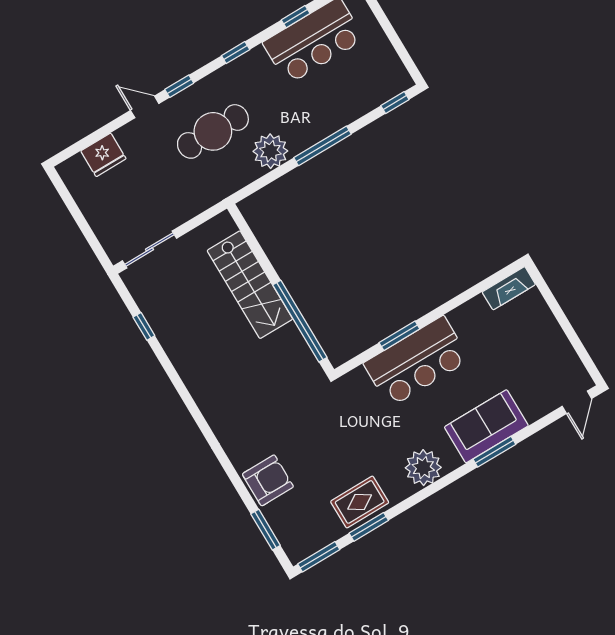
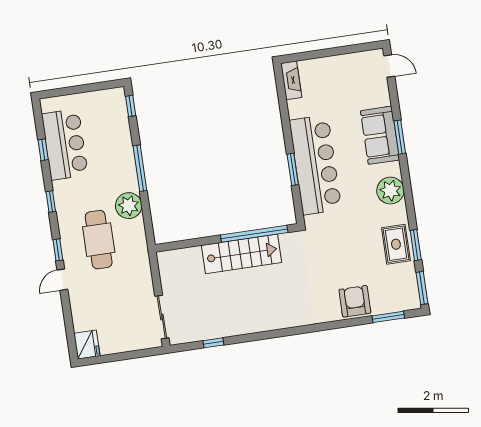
fridge: (103, 155) -> (87, 345), moved
stairs: (250, 285) -> (242, 254), moved
bar counter: (417, 362) -> (315, 165), width x1.36

